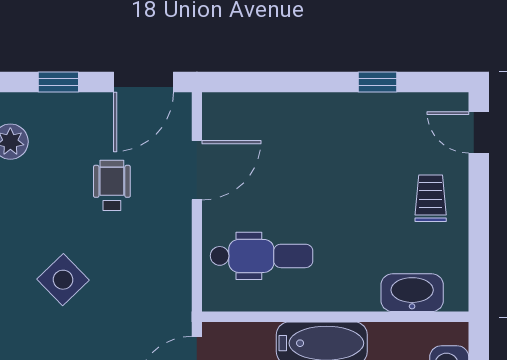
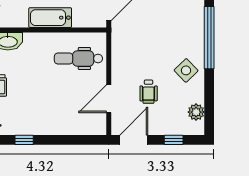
side table: (63, 280) -> (186, 70), moved

